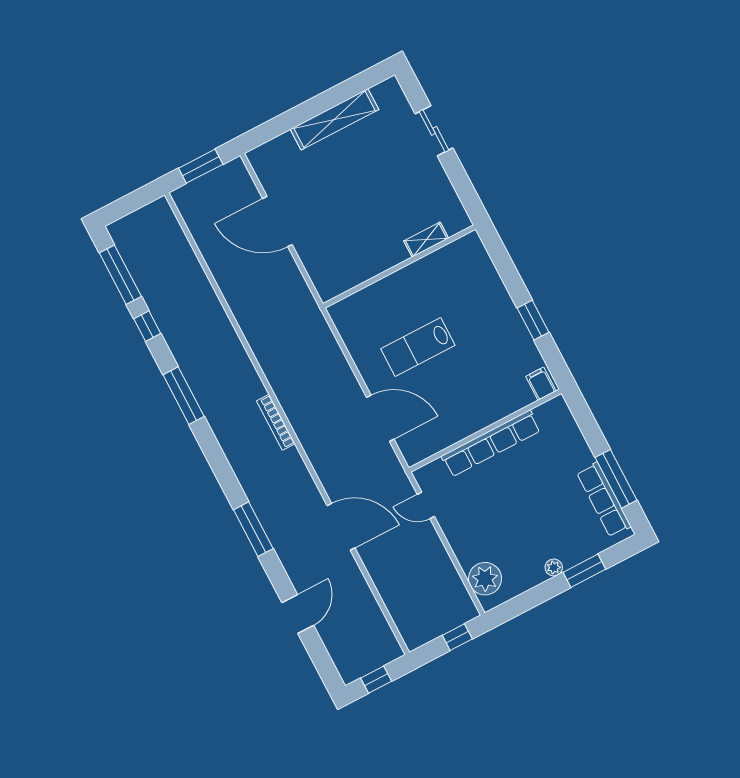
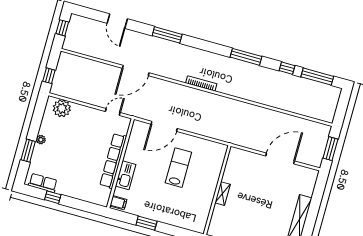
shelving: (426, 240) -> (223, 194), moved
kitchen sink: (495, 409) -> (126, 175), added
window: (616, 479) -> (53, 197), width x0.46
row of seats: (604, 500) -> (43, 183), width x0.68

